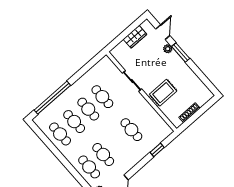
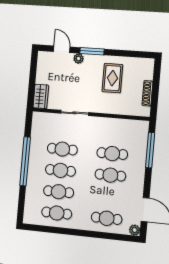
wardrobe: (135, 37) -> (41, 96), moved
rug: (163, 93) -> (112, 78), moved
window: (52, 98) -> (25, 161), moved
window: (157, 150) -> (150, 150), width x2.17
cafe table: (103, 155) -> (110, 175), moved

